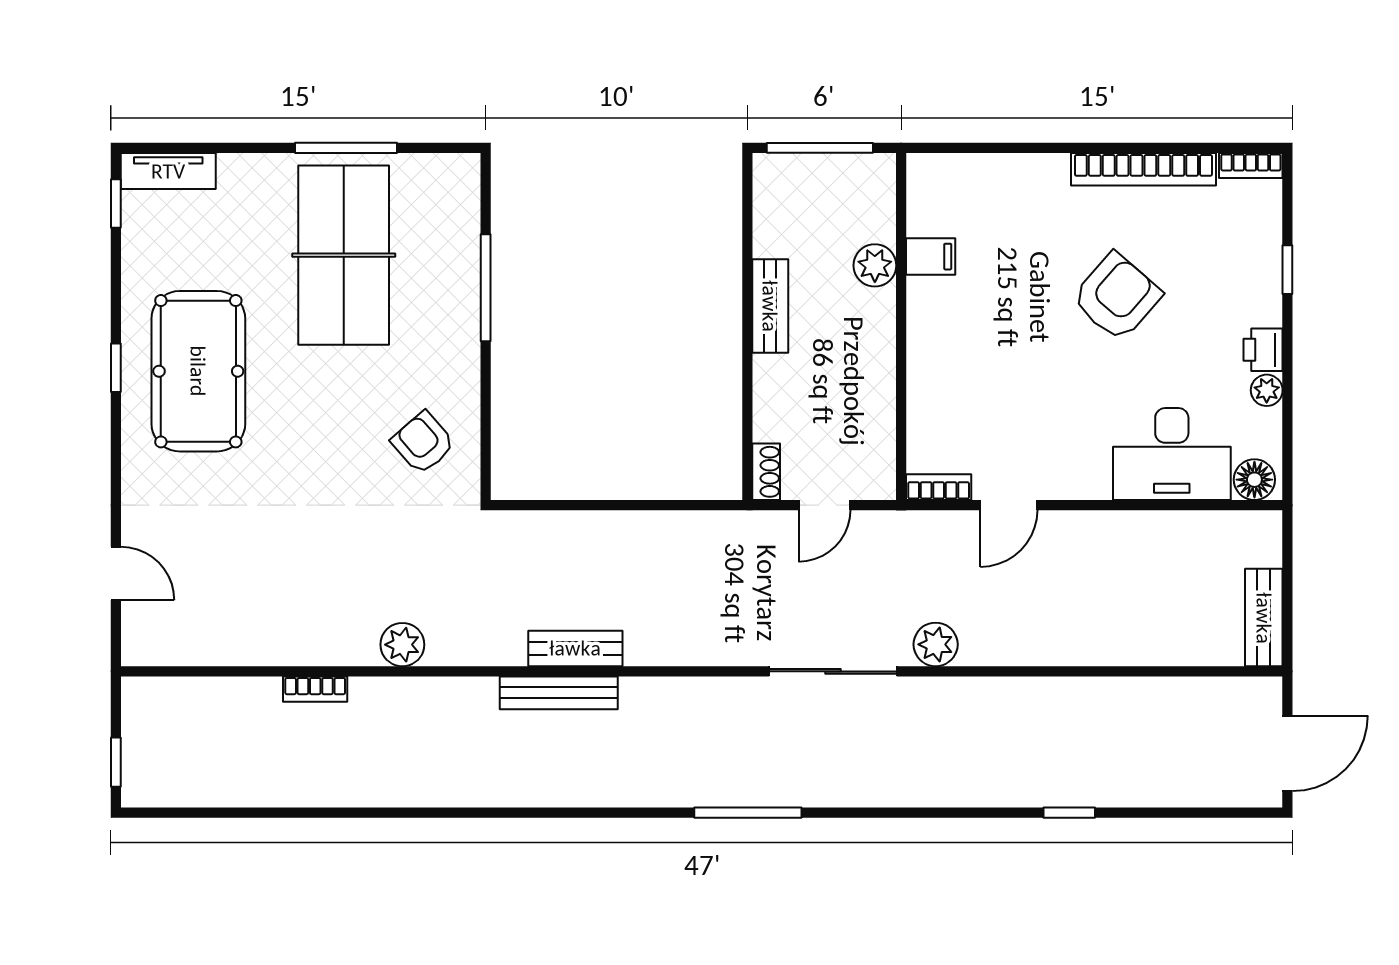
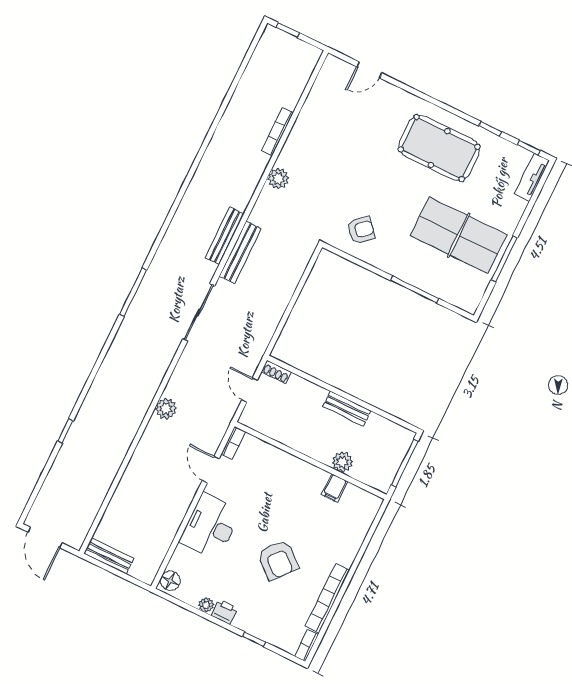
window: (116, 368) -> (490, 129), moved
desk: (1172, 454) -> (210, 526), moved
bench: (575, 648) -> (240, 252), width x1.36
sliding door: (833, 671) -> (199, 312), moved
bookcase: (315, 689) -> (277, 132), width x1.56

